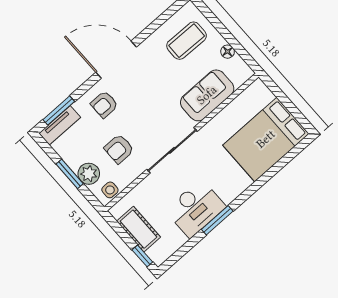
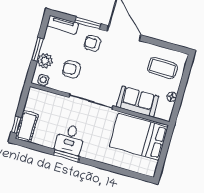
window: (59, 111) -> (88, 23), moved
bed: (266, 139) -> (139, 137), moved
desk: (195, 208) -> (70, 139), width x0.73
cot: (139, 229) -> (27, 127), moved

